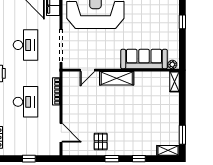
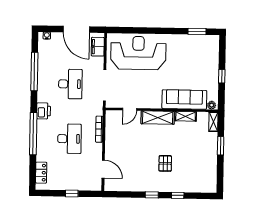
window: (182, 22) -> (222, 76), moved
window: (182, 135) -> (221, 146), moved
pallet: (101, 142) -> (165, 163), moved
shelving: (168, 150) -> (186, 116), moved

